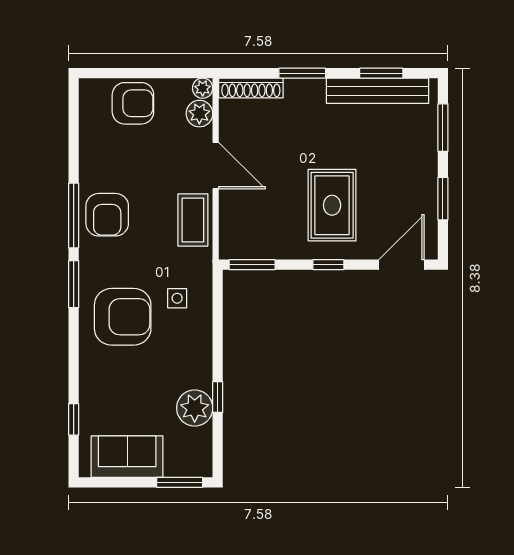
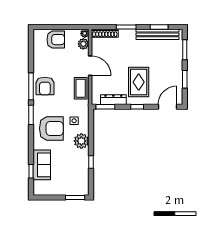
dresser: (271, 248) -> (113, 100), added
plant: (195, 408) -> (81, 141), moved
sofa: (127, 457) -> (42, 165), moved, turned 90

